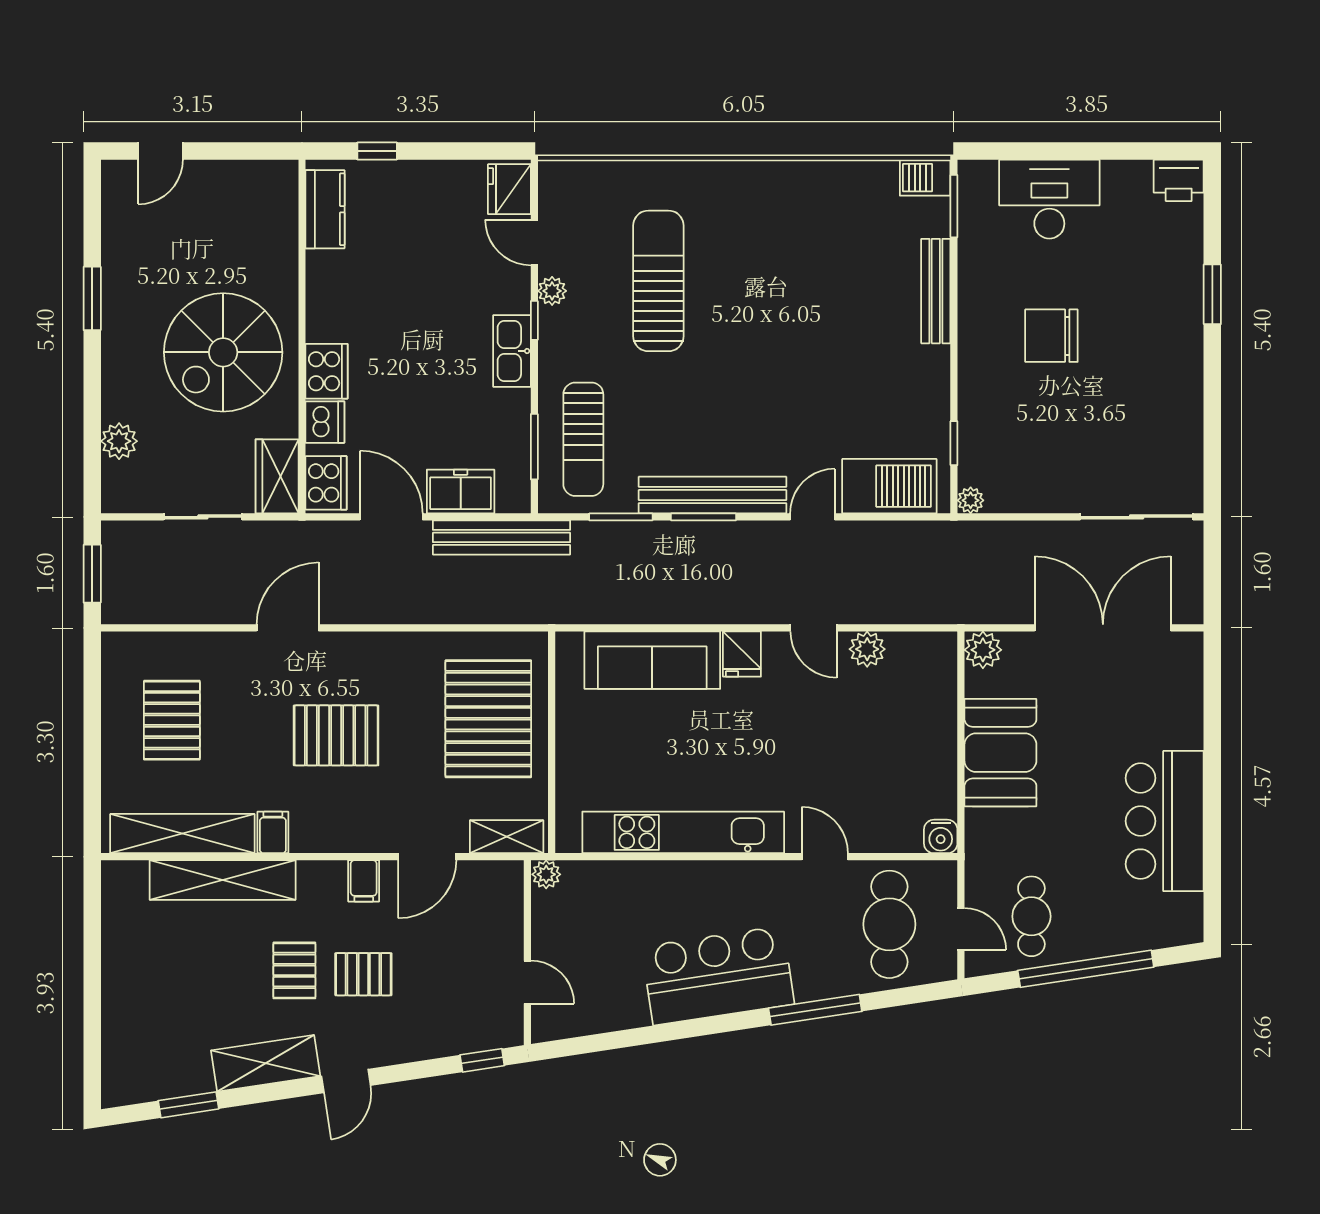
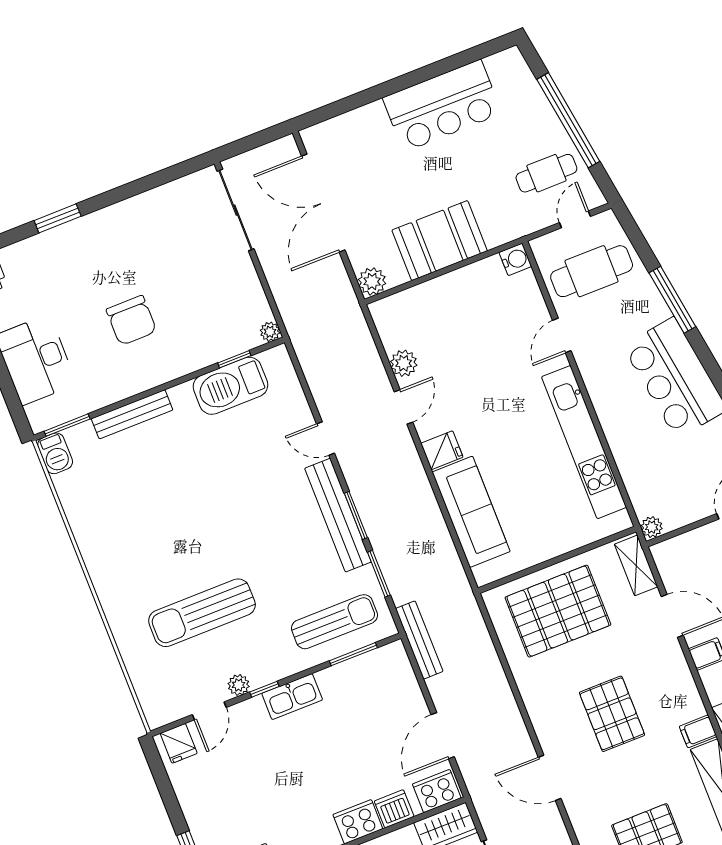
fridge: (509, 189) -> (179, 743), width x0.72
barbecue: (889, 486) -> (230, 386), moved, turned -90
freezer: (461, 491) -> (405, 694), removed
bench: (502, 537) -> (419, 640), width x0.73, depth x0.82

